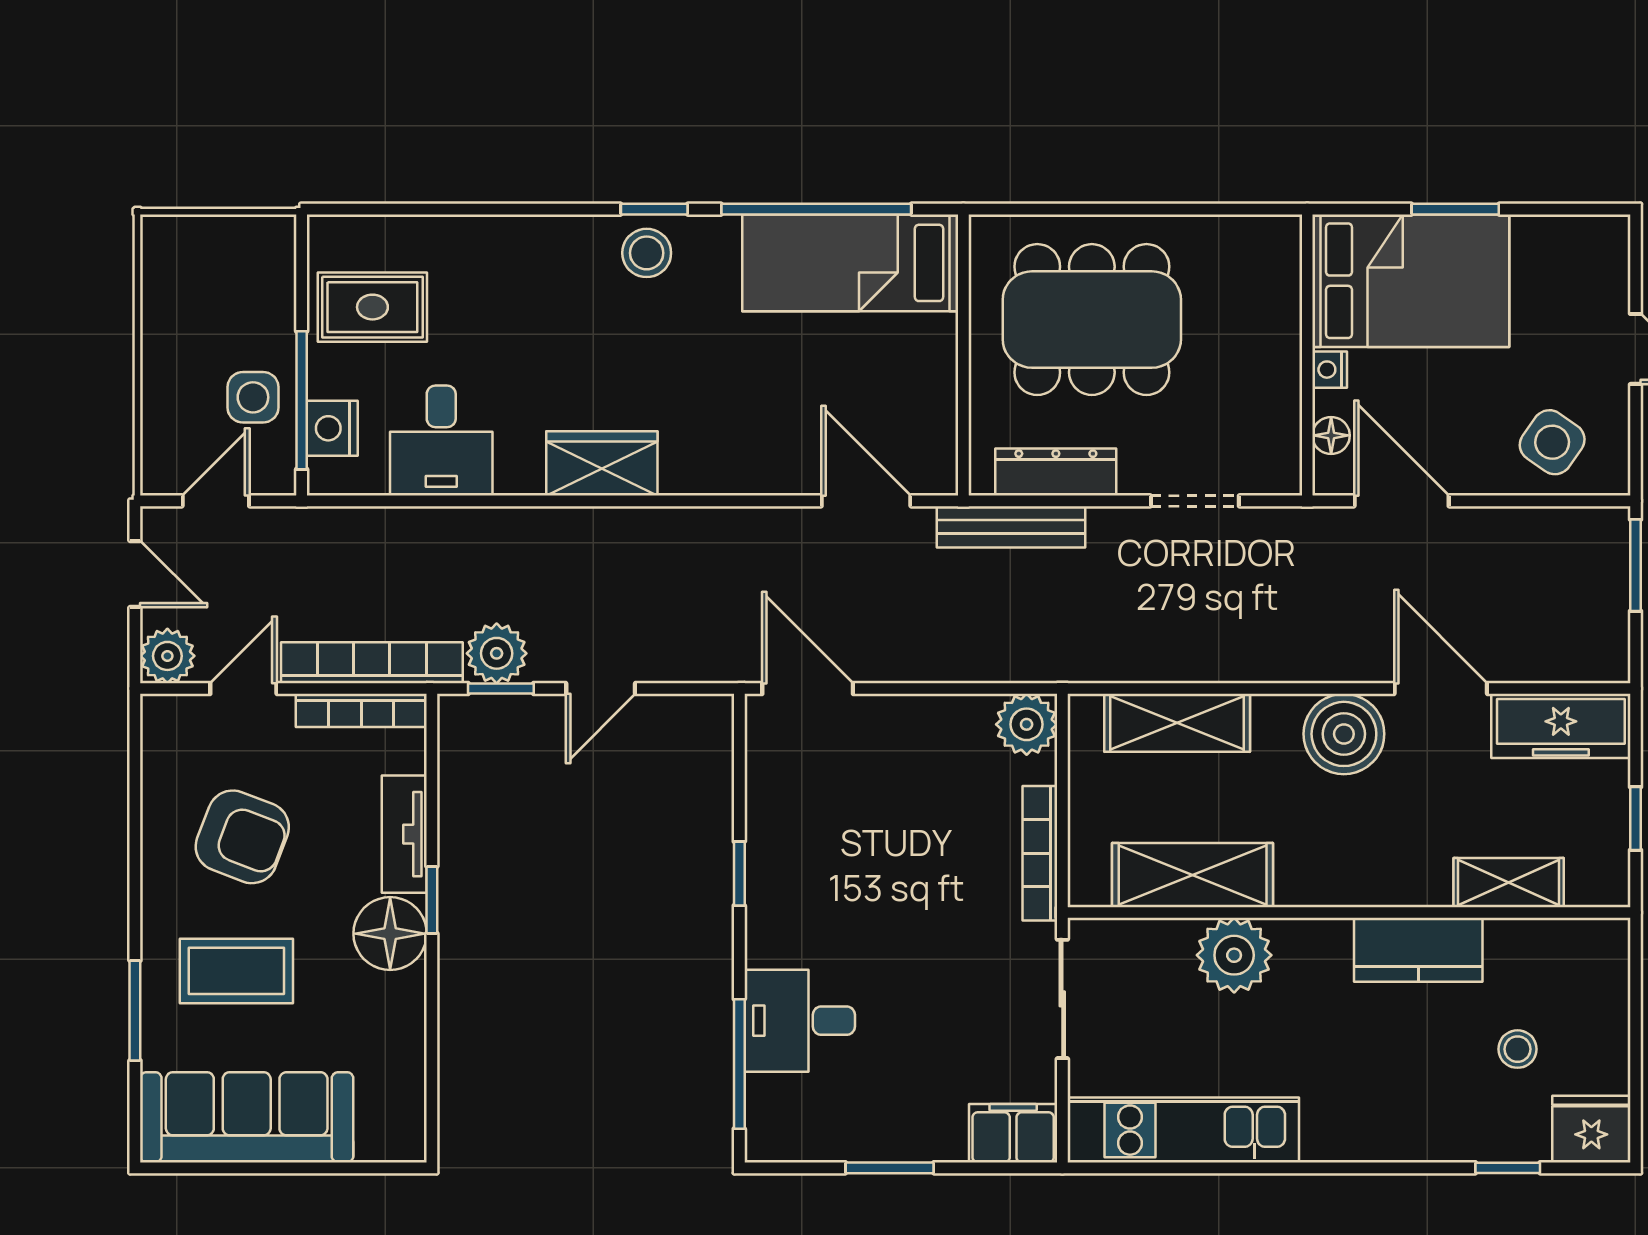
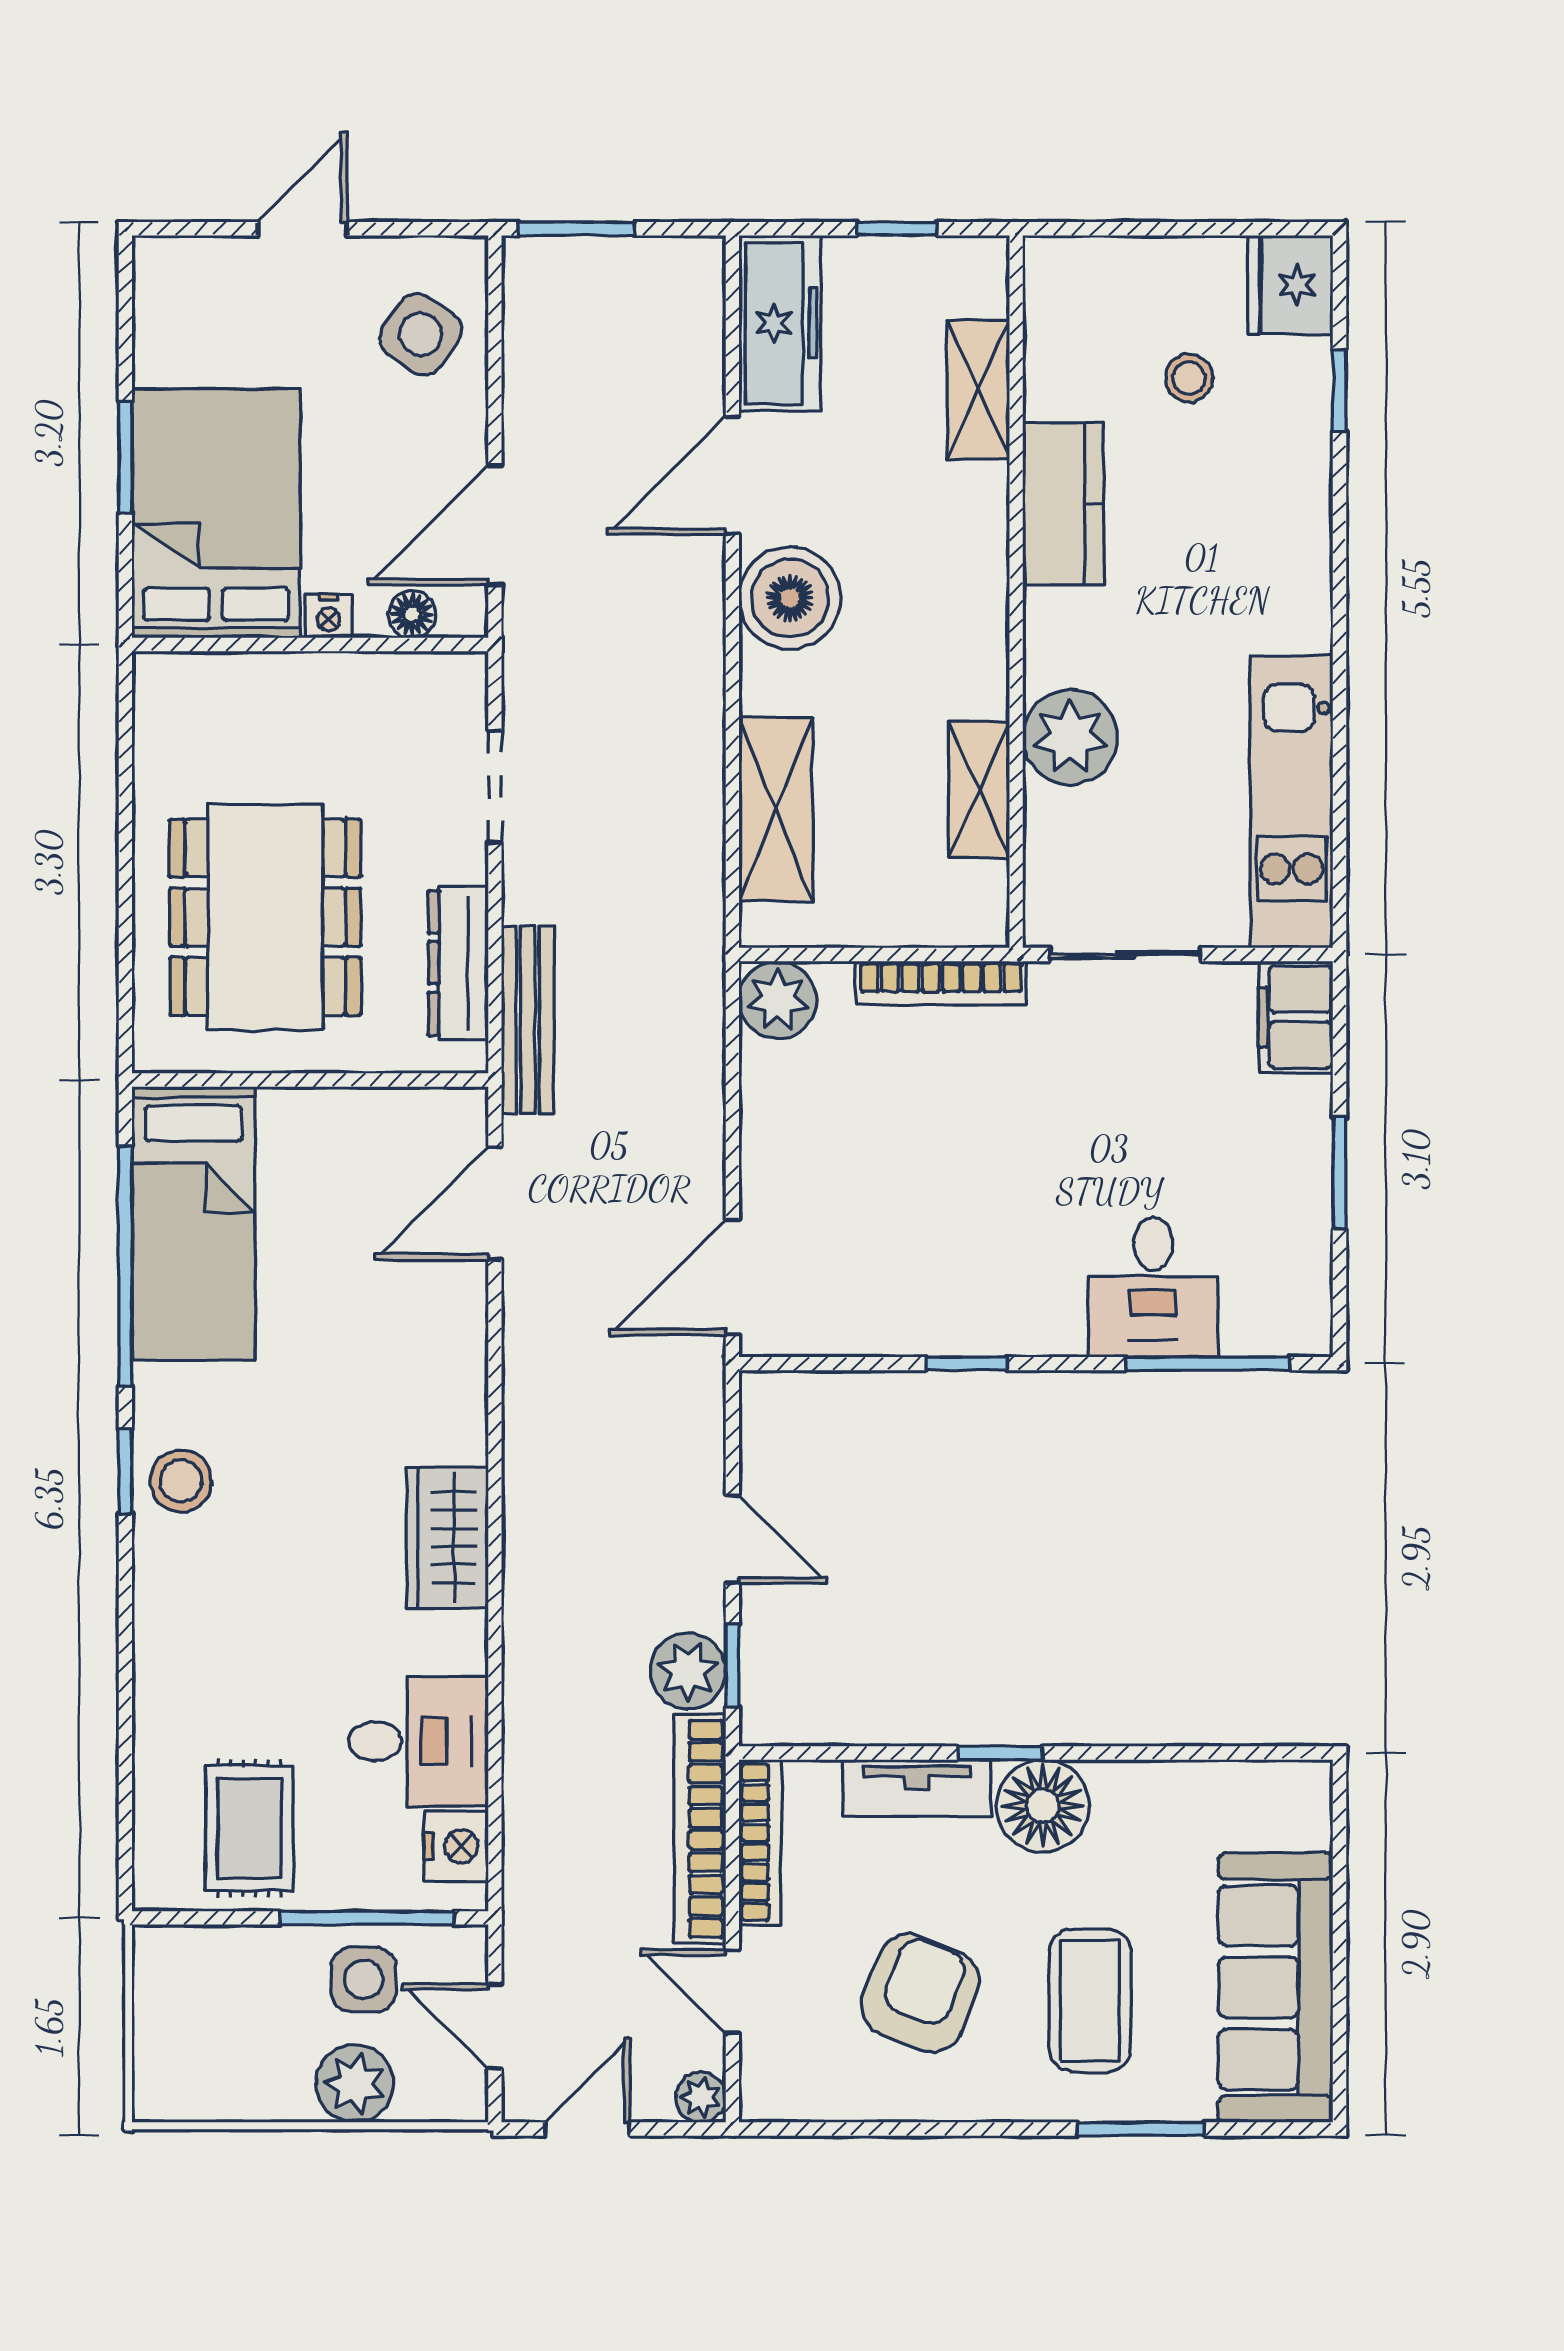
plant: (171, 390) -> (355, 2084), added
nightstand: (332, 428) -> (456, 1846), moved, turned -90
plant: (167, 656) -> (701, 2097), width x0.73, depth x0.73
shelving: (1193, 875) -> (979, 790), width x0.67, depth x0.75

